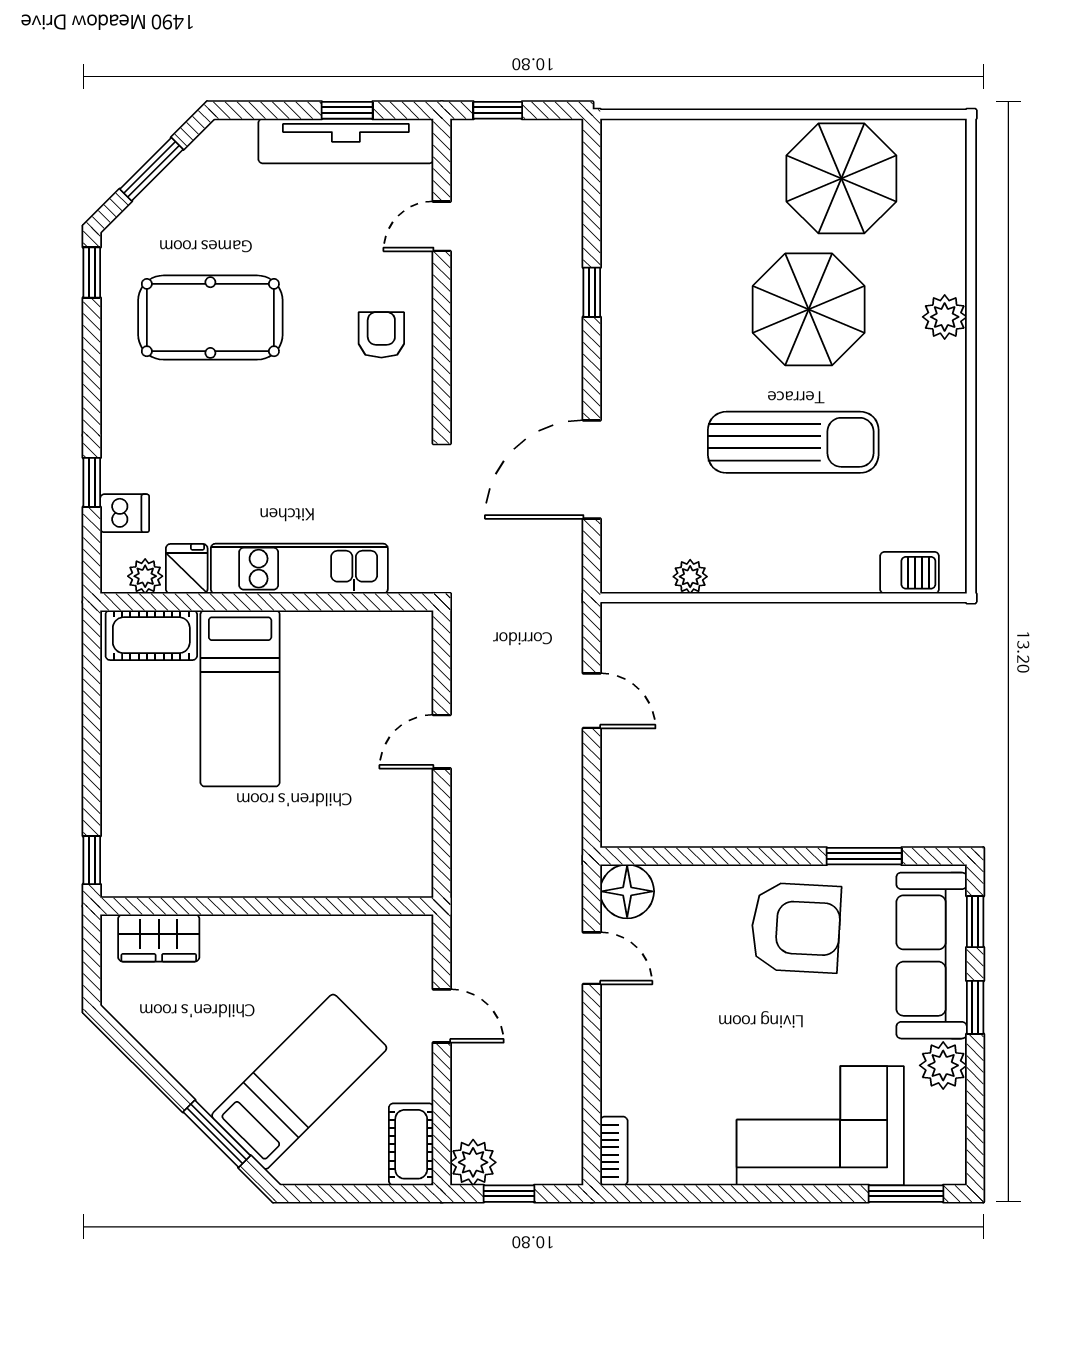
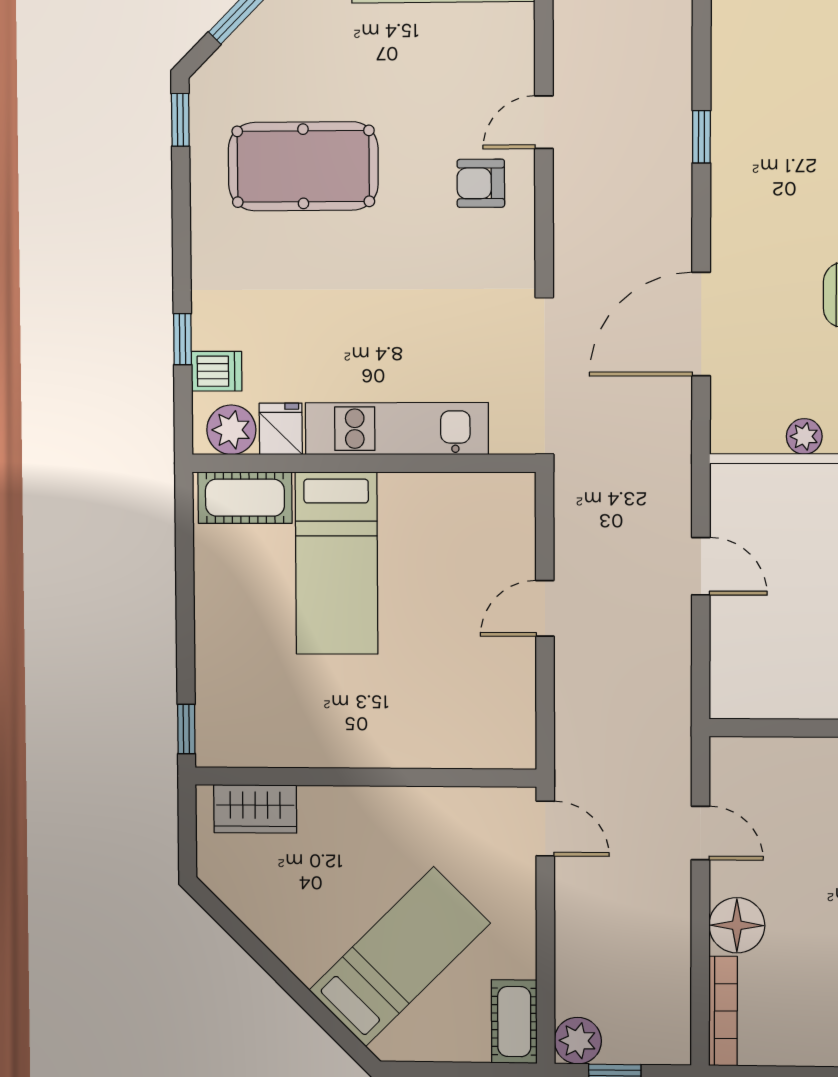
door: (442, 226) -> (544, 122), moved
armchair: (381, 335) -> (481, 183), turned -90
plant: (145, 576) -> (231, 430), width x1.38, depth x1.38
floor lamp: (627, 891) -> (737, 925), moved
door: (442, 1016) -> (545, 829), moved
window: (217, 1134) -> (316, 1009), removed
bookcase: (614, 1151) -> (723, 1011), width x1.56

